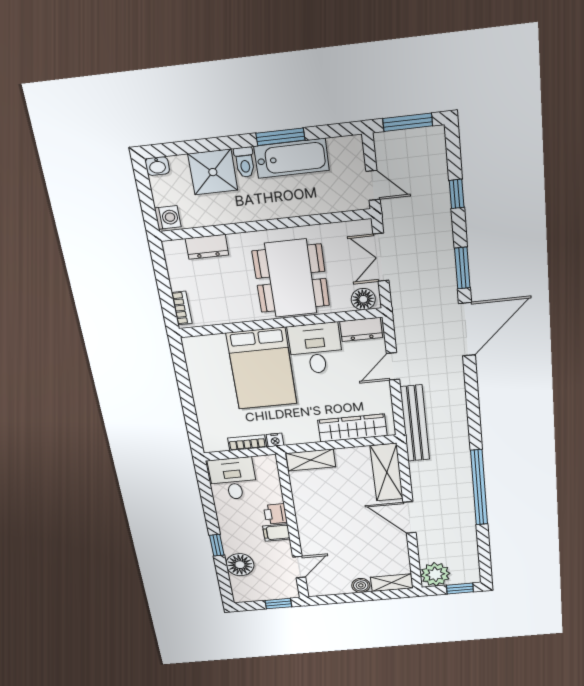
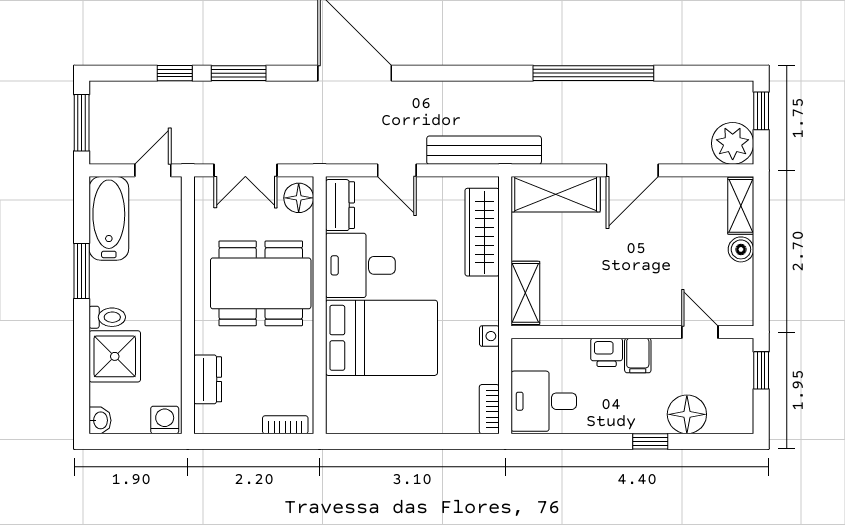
bathtub: (292, 158) -> (109, 218), moved
window: (462, 268) -> (239, 73), moved
bookcase: (247, 443) -> (489, 409), moved

